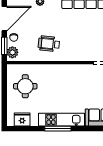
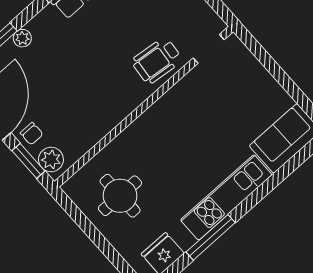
wheelchair: (49, 44) -> (157, 61), moved
window: (58, 129) -> (211, 237), moved

